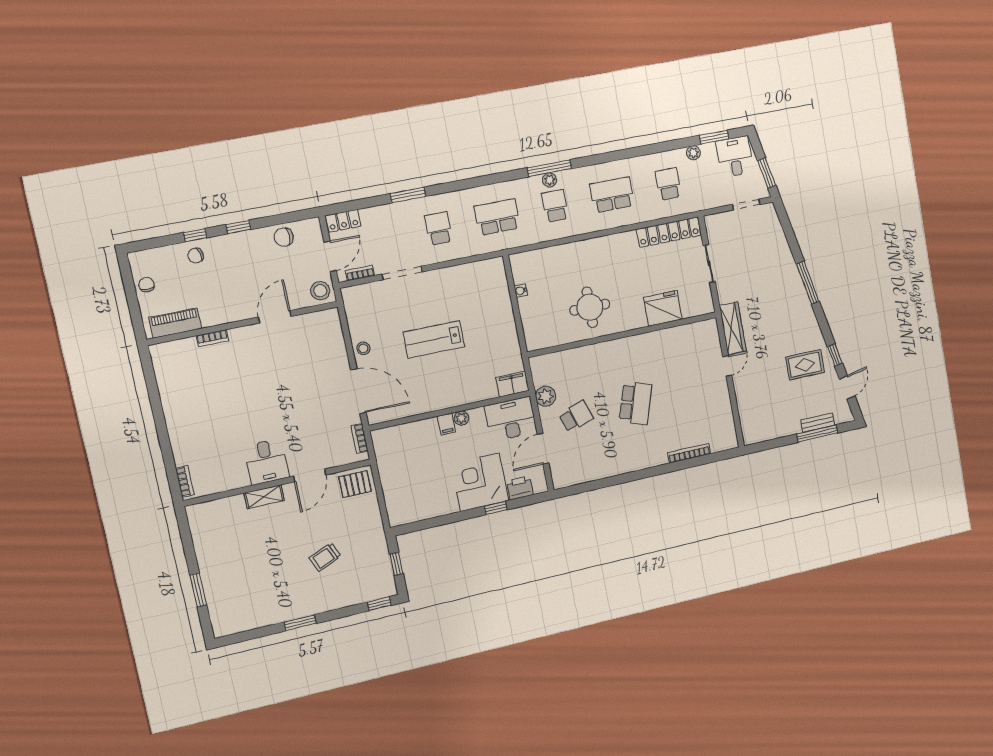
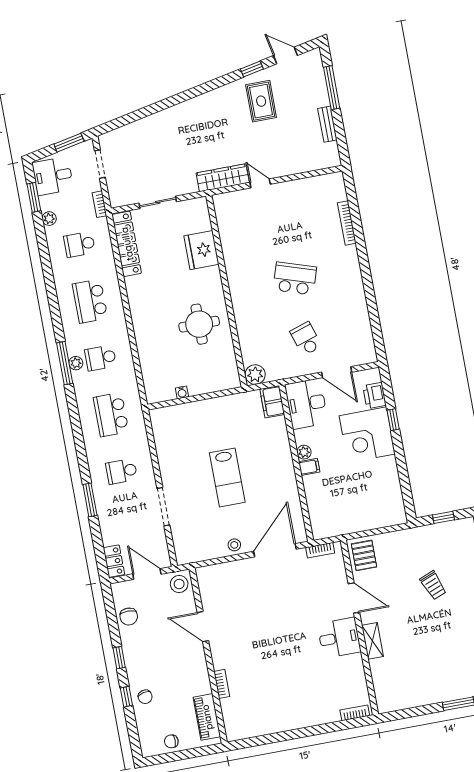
bookcase: (360, 273) -> (100, 204), moved
window: (808, 283) -> (178, 99), removed
plant: (546, 396) -> (255, 375), moved
bench: (818, 423) -> (327, 124), moved

